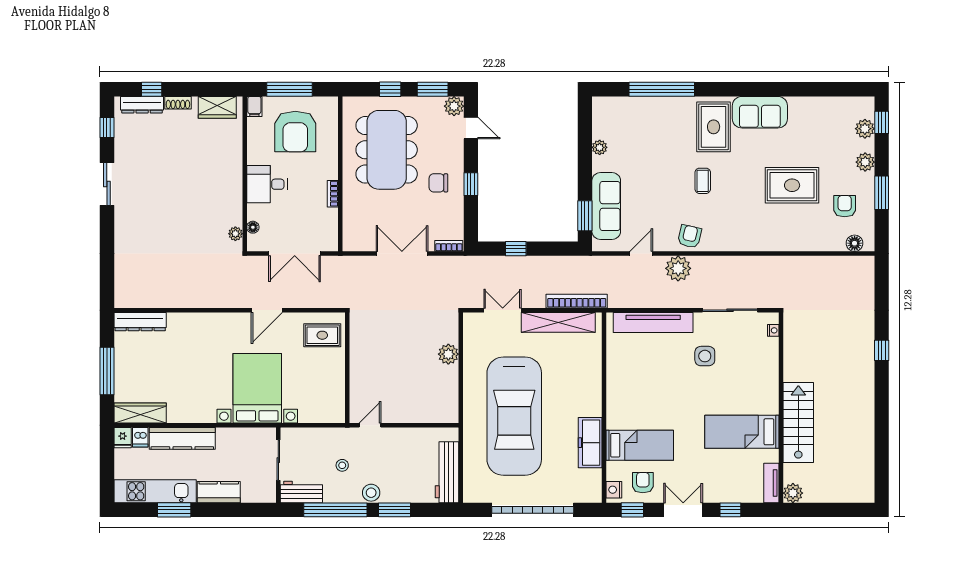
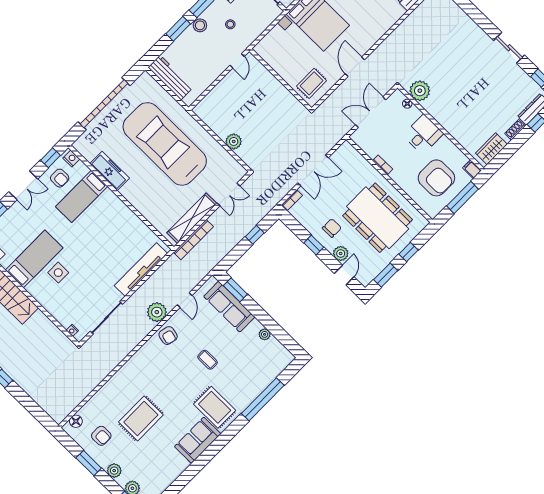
plant: (454, 106) -> (341, 254), moved
door: (471, 128) -> (344, 275), swing flipped
armchair: (295, 132) -> (436, 178), turned 180
coffee table: (703, 181) -> (207, 360), moved
plant: (235, 234) -> (420, 91), width x1.88, depth x1.88
side table: (705, 356) -> (58, 273), moved

